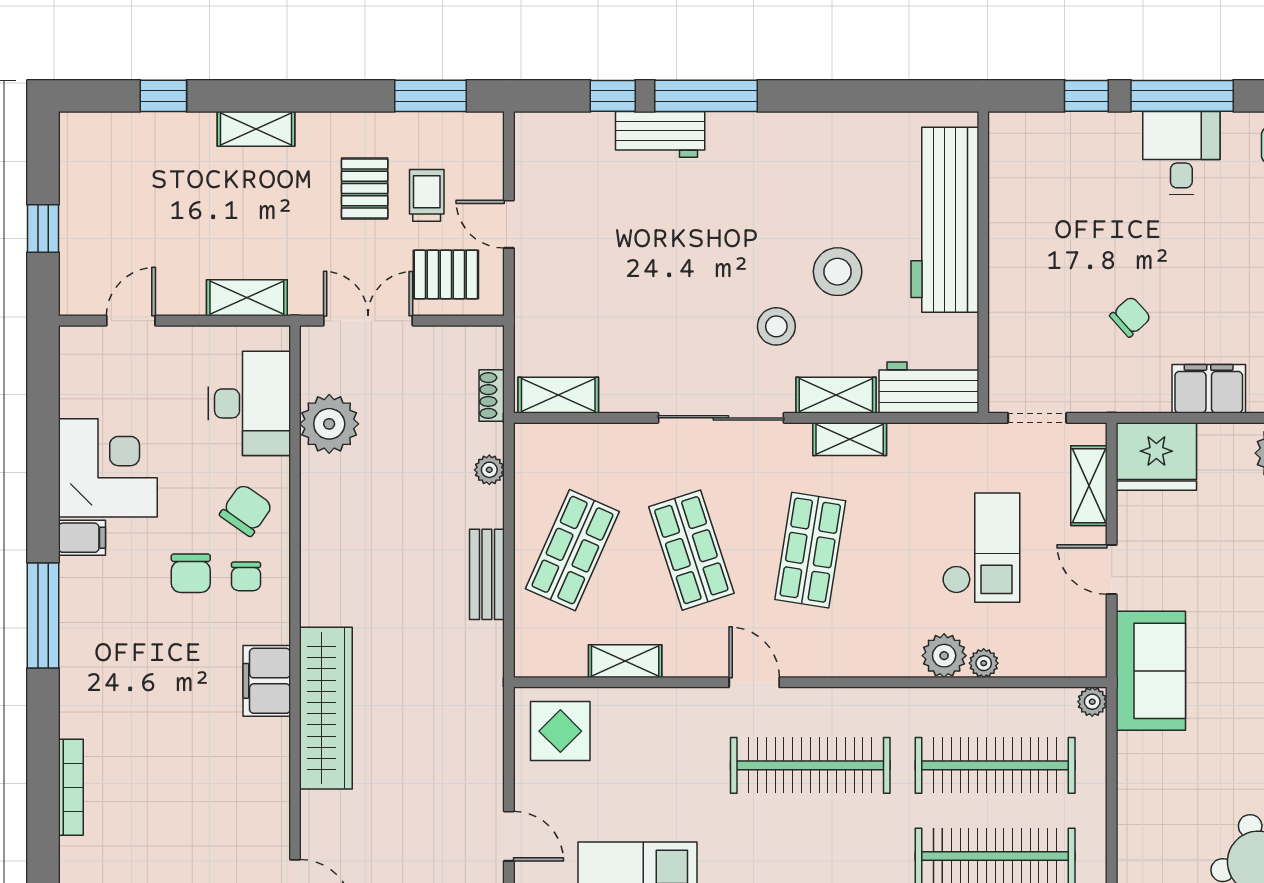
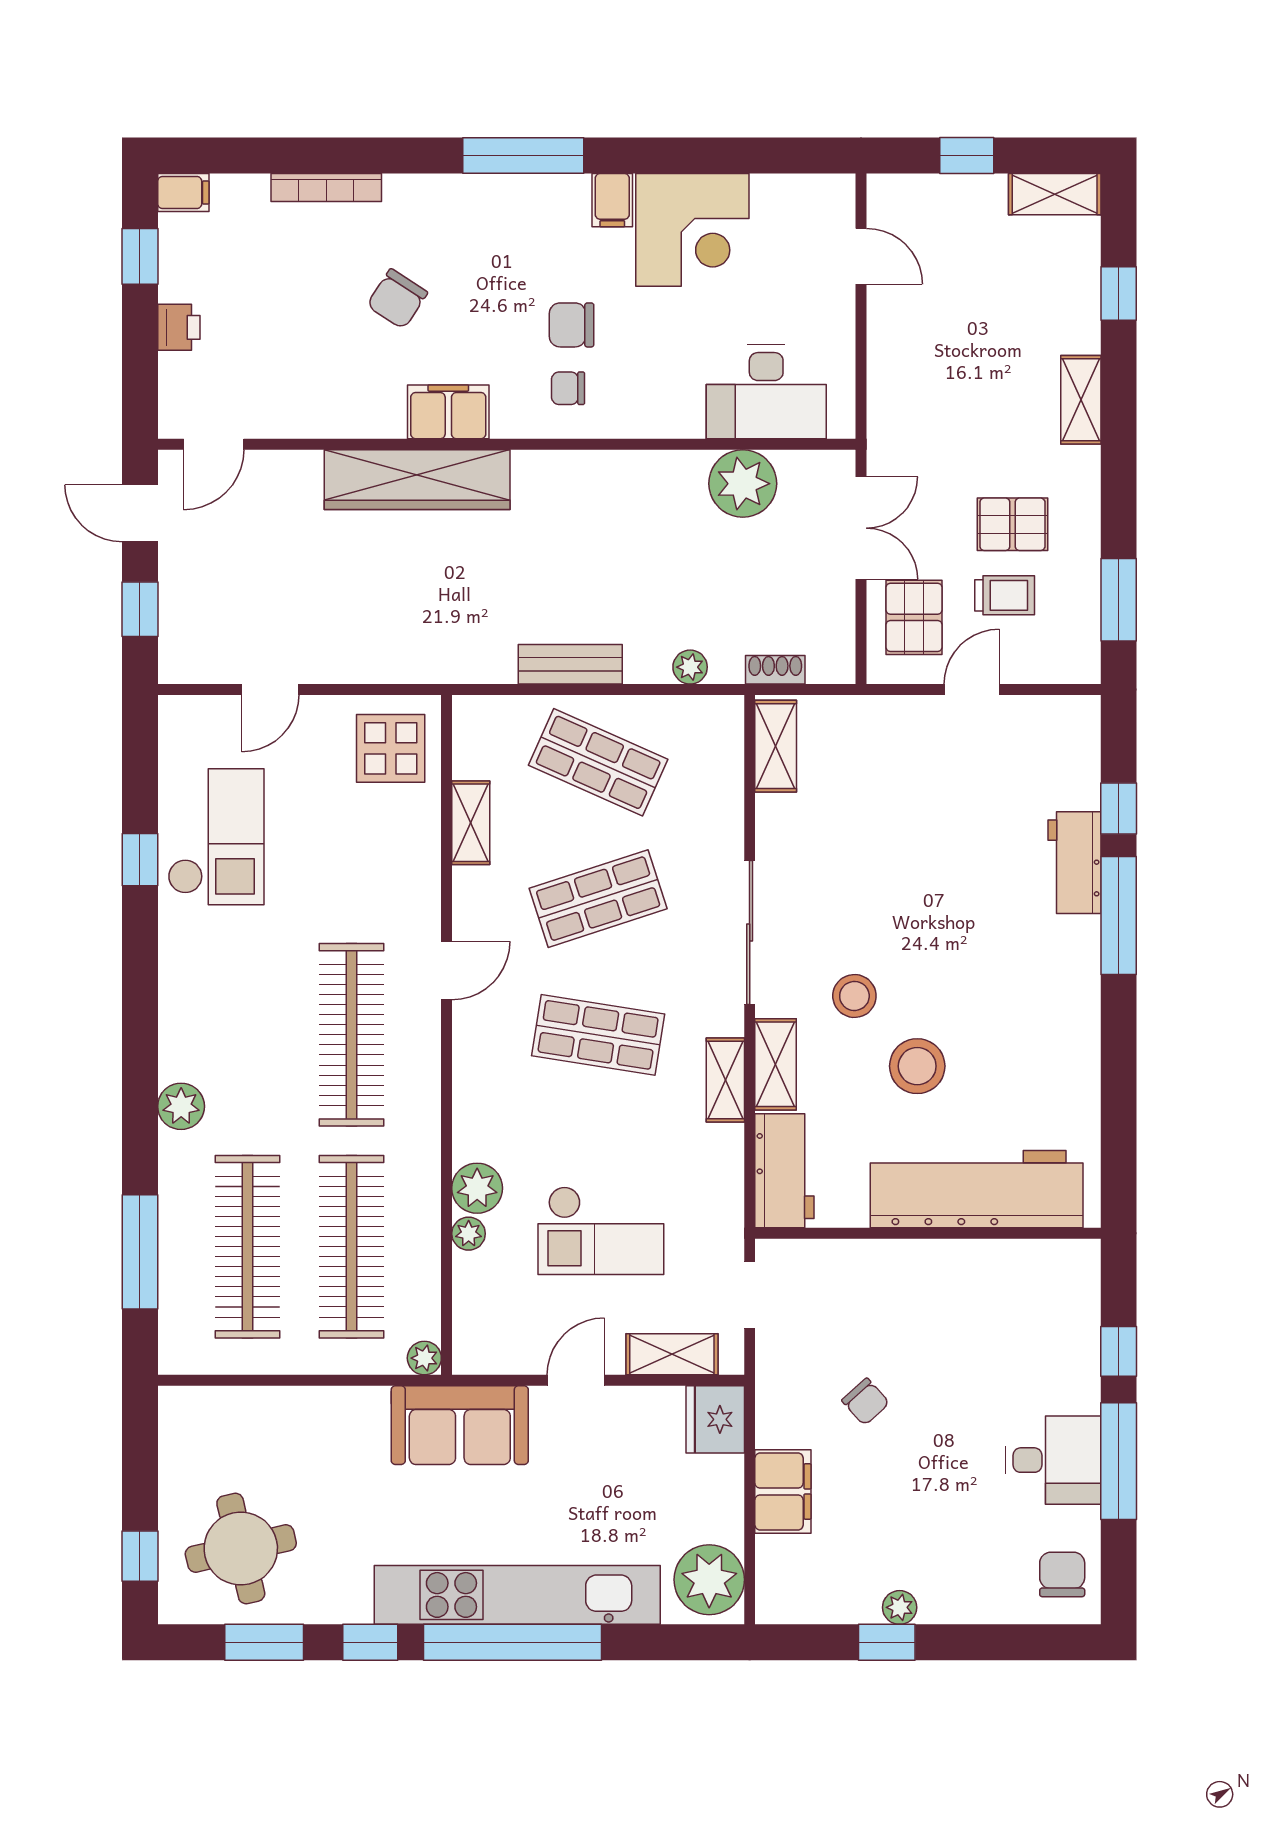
shelving: (247, 298) -> (1055, 194), moved, turned 90
fridge: (1156, 457) -> (715, 1419), width x0.73, depth x0.75
chair: (246, 510) -> (397, 299), moved, turned 88

